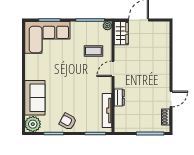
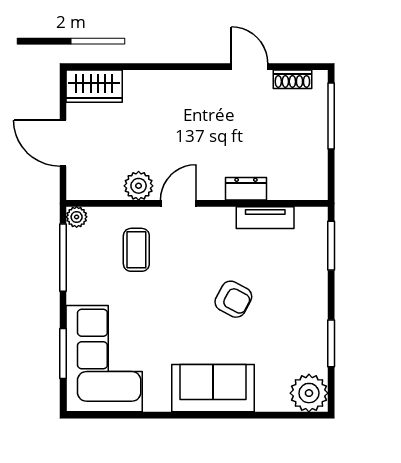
wardrobe: (121, 33) -> (94, 86), moved, turned 180
plant: (121, 52) -> (139, 186), added
door: (113, 69) -> (178, 203), swing flipped
sofa: (35, 98) -> (213, 388), moved
tv unit: (107, 111) -> (265, 218), width x0.71
armchair: (68, 122) -> (233, 299), moved, turned -91

